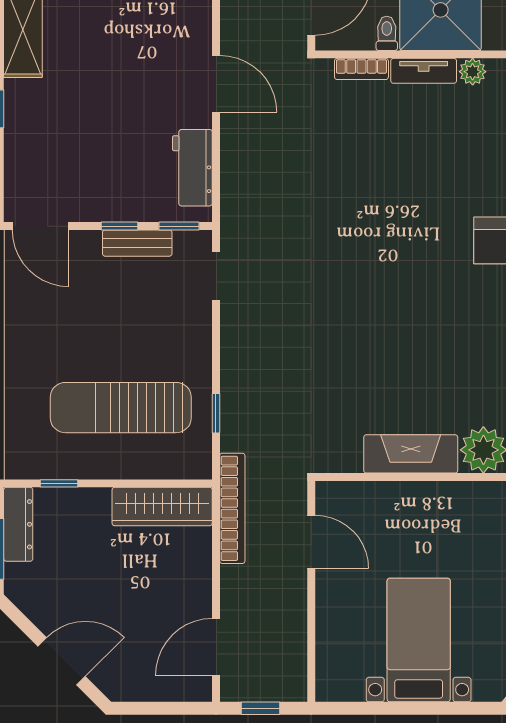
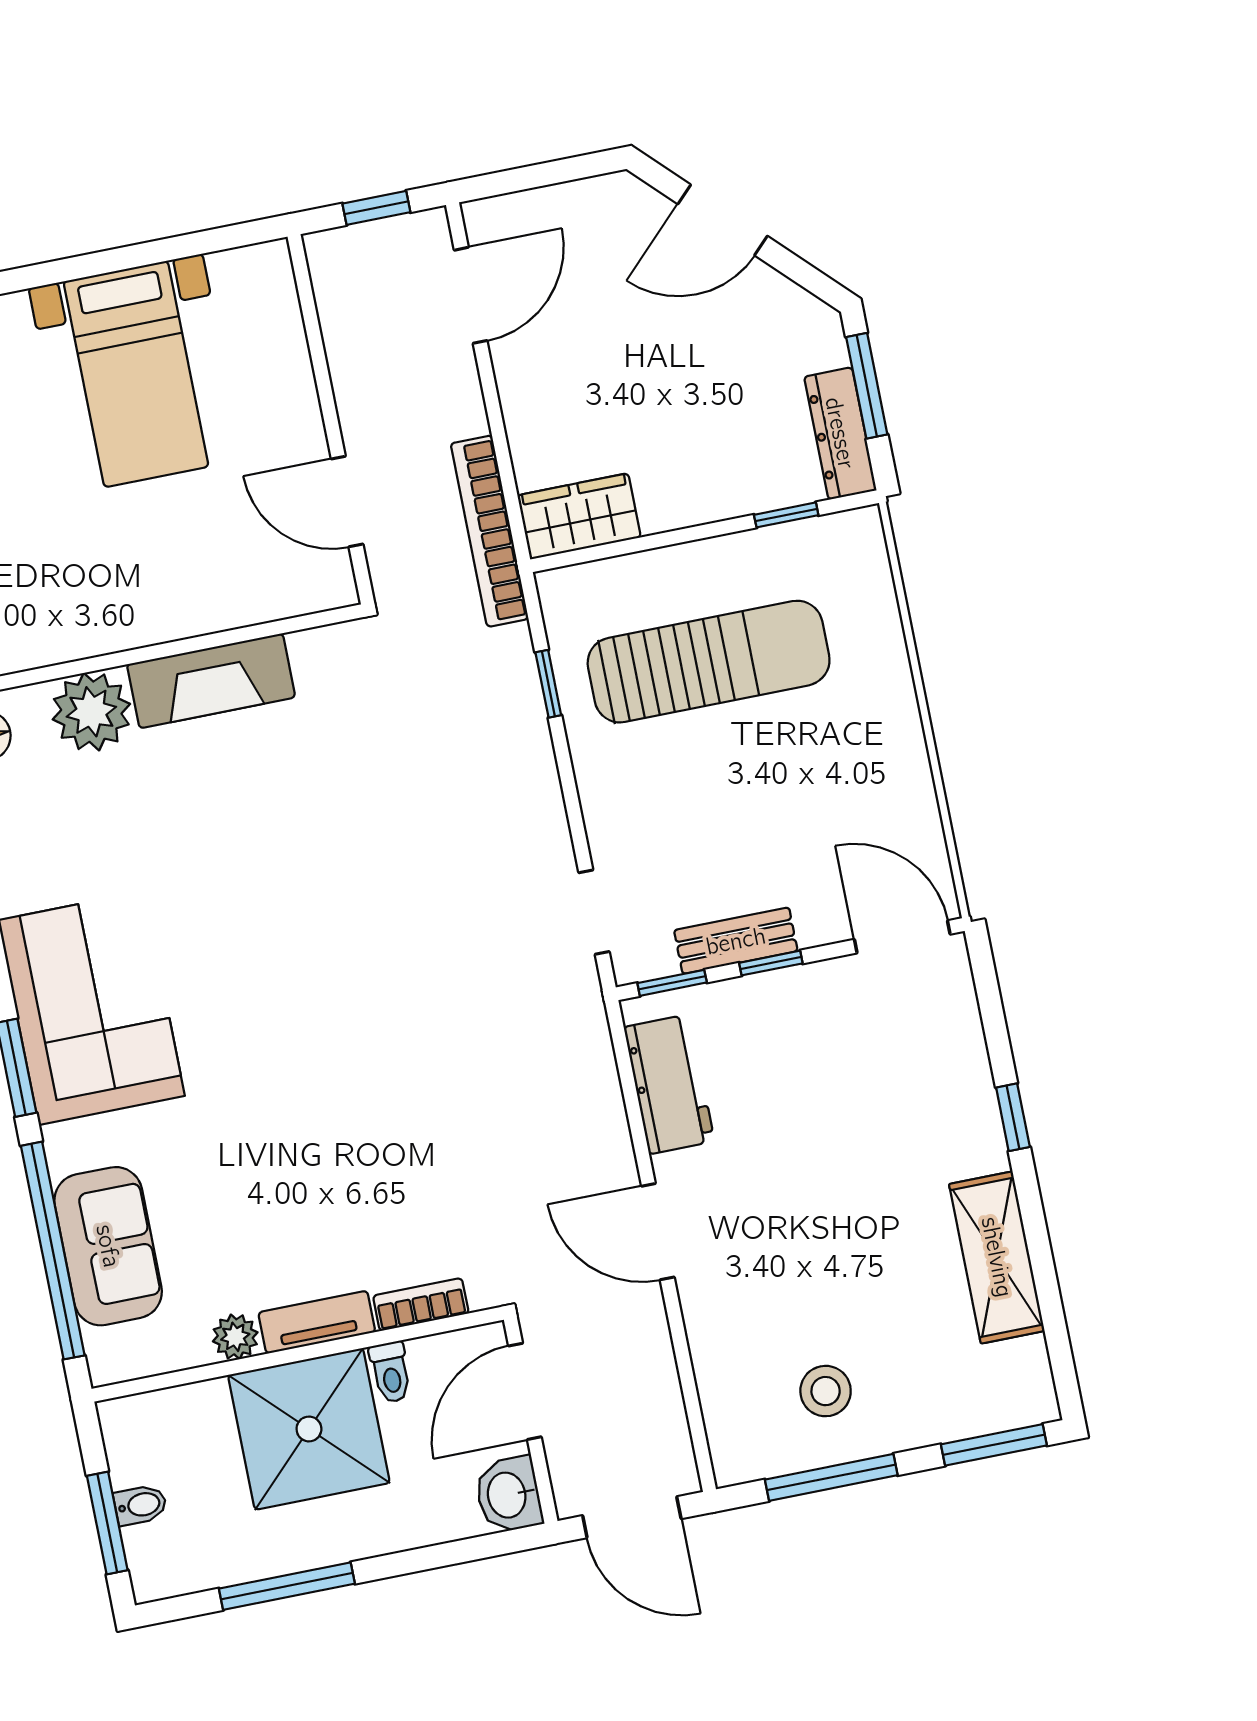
wardrobe: (162, 507) -> (579, 516), width x0.67

